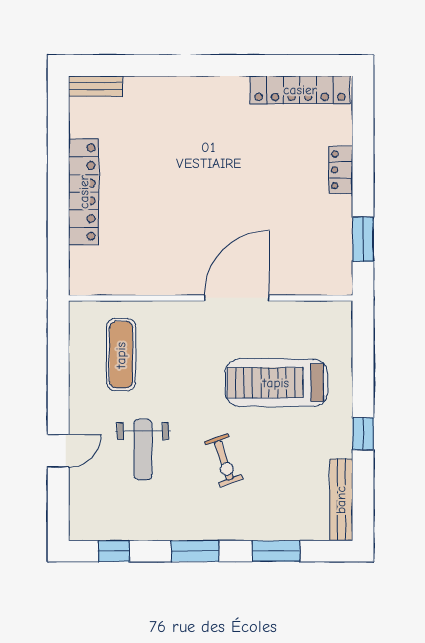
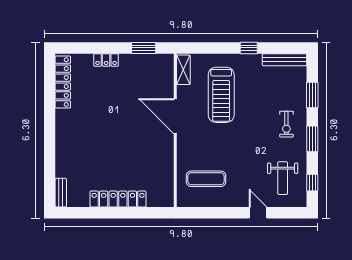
shelving: (323, 313) -> (183, 70), added
weight bench: (143, 449) -> (283, 178), moved, turned 90
exercise bike: (224, 460) -> (286, 124), moved, turned 109

